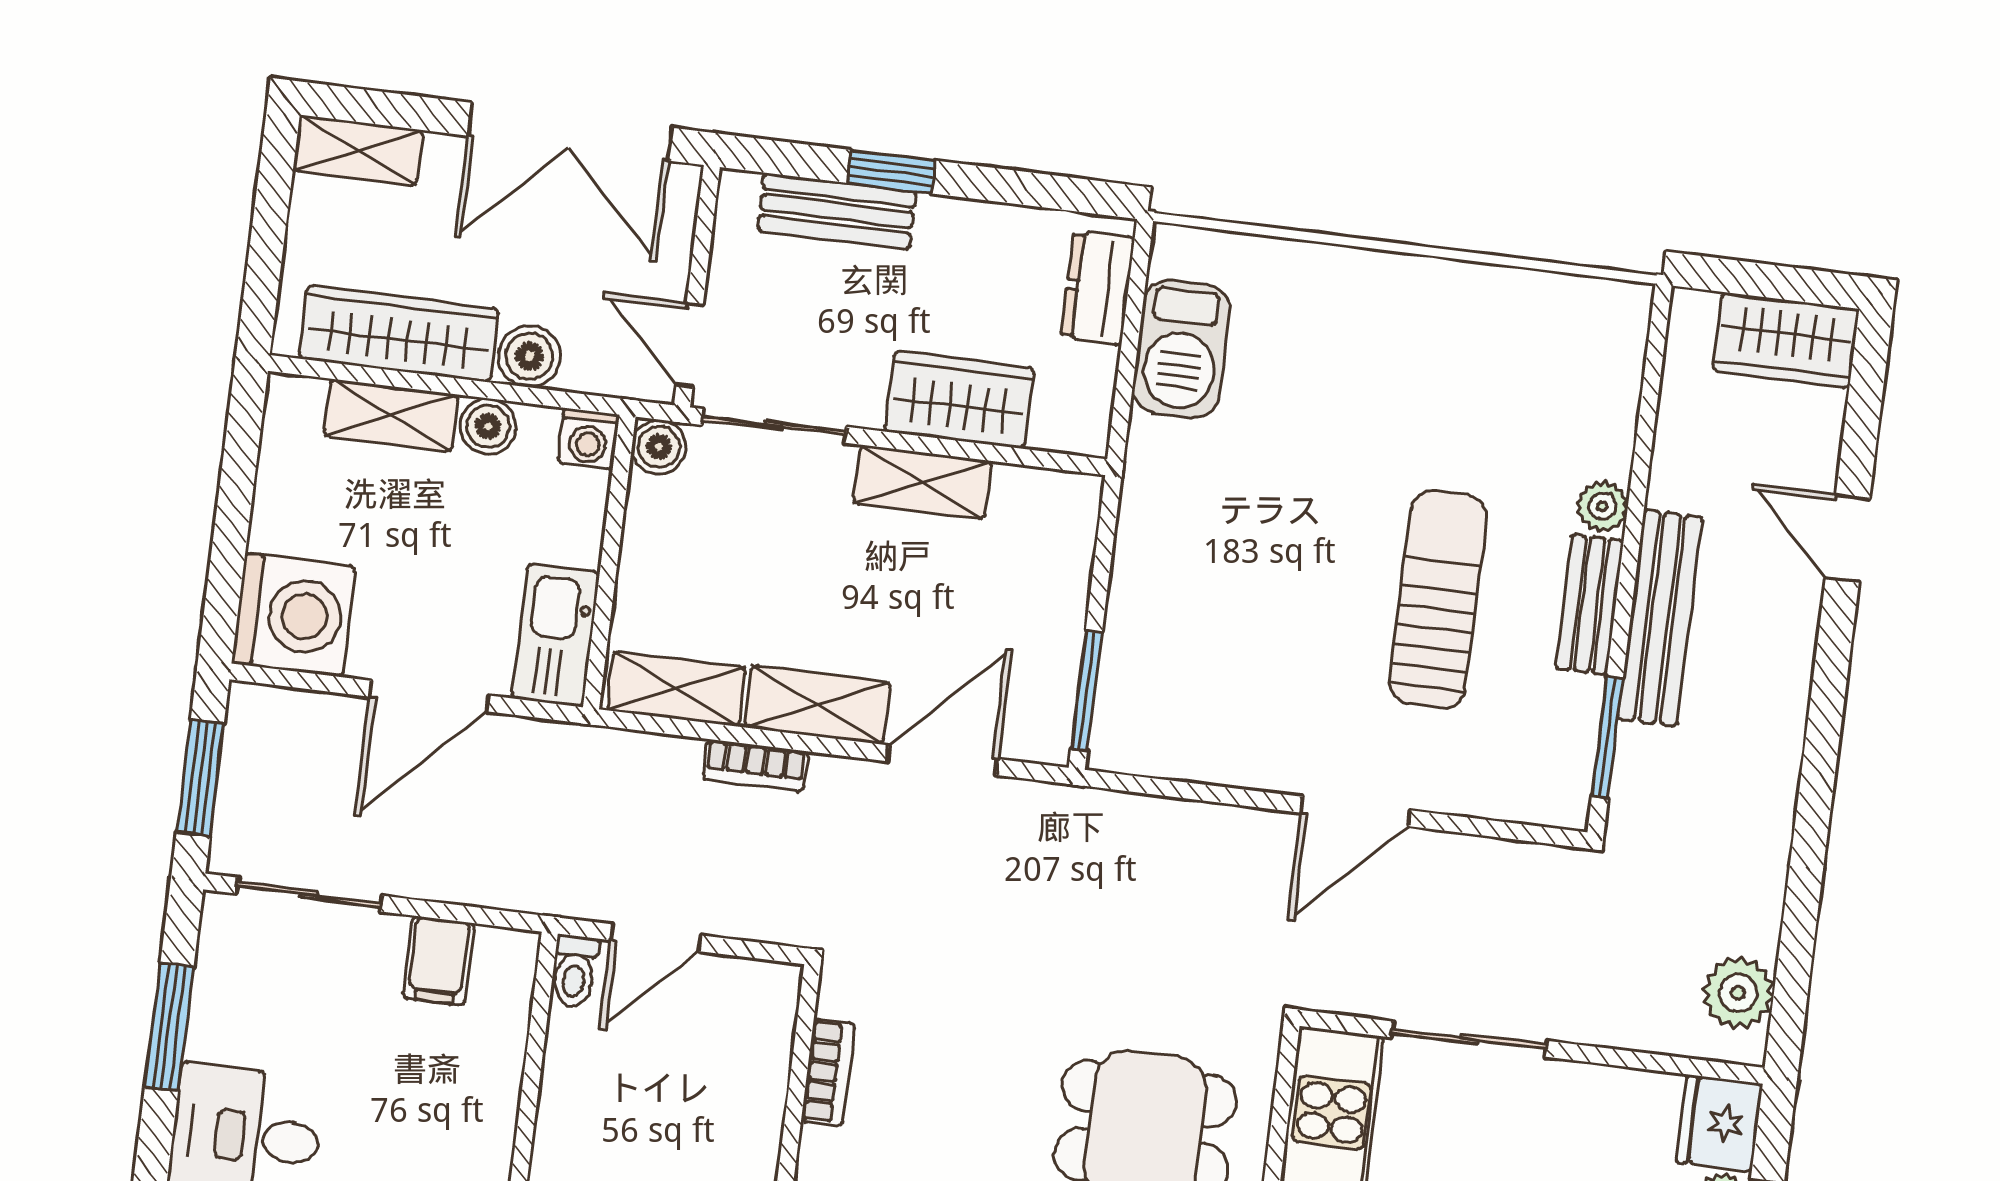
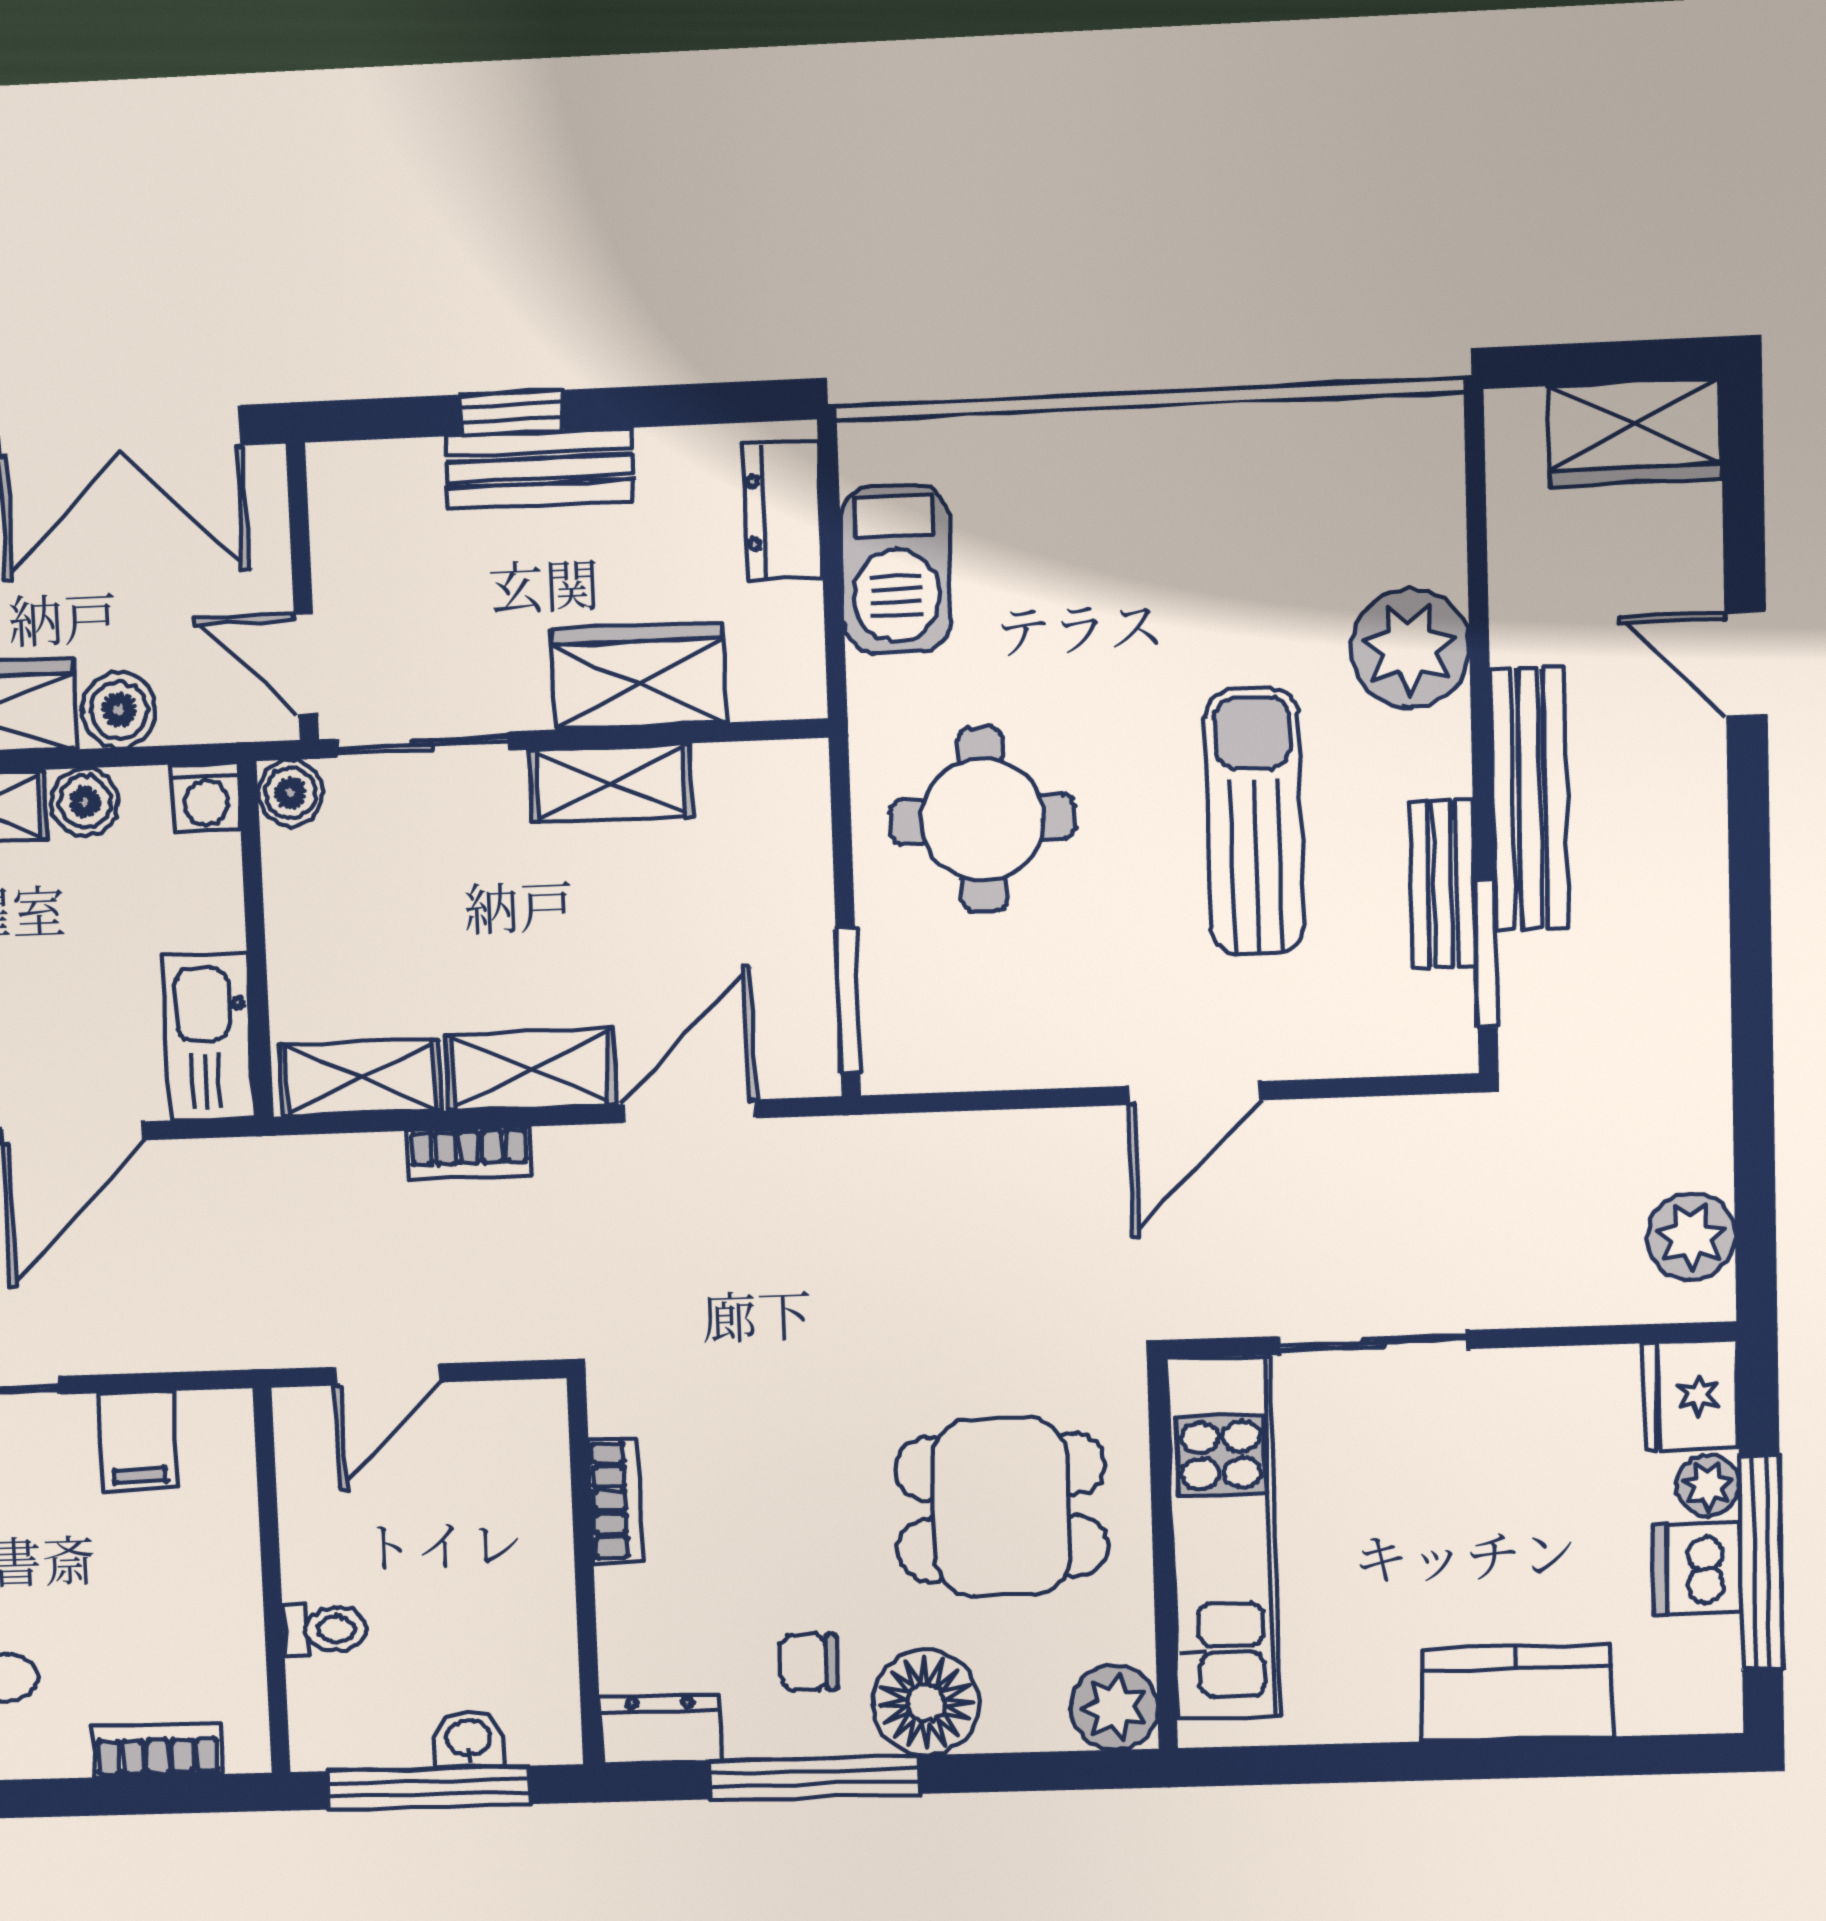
bench: (837, 211) -> (540, 468), moved
plant: (1602, 506) -> (1410, 648), width x1.88, depth x1.88
round table: (1219, 562) -> (982, 819), added
bench: (1590, 604) -> (1443, 884), moved
toilet: (575, 971) -> (325, 1629), moved, turned -90

